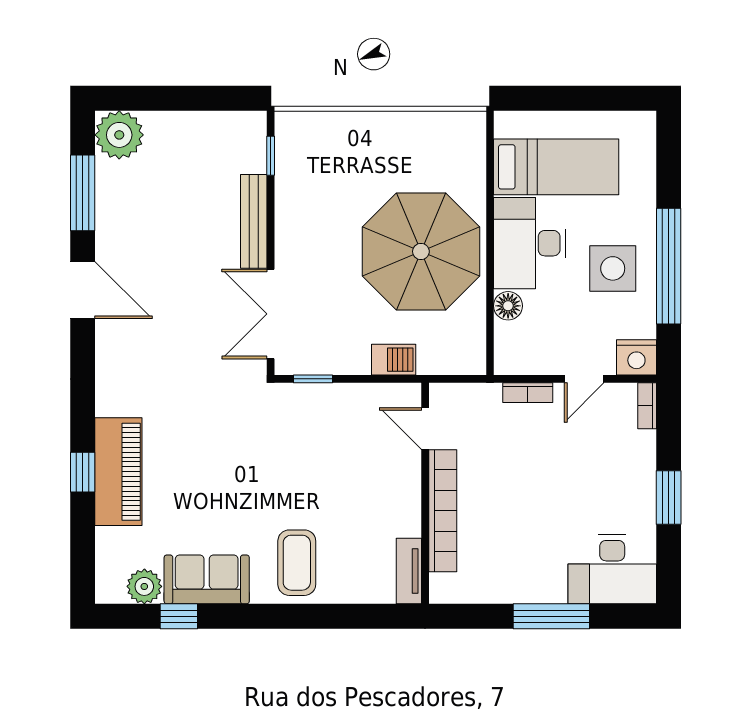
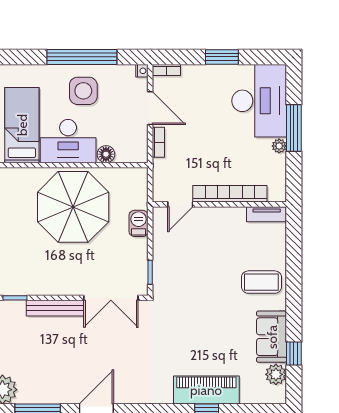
nightstand: (636, 357) -> (142, 71), width x0.53, depth x0.56
door: (584, 379) -> (150, 108), width x1.38
desk: (612, 569) -> (259, 101), width x1.36, depth x1.30
plant: (522, 592) -> (279, 146), added

